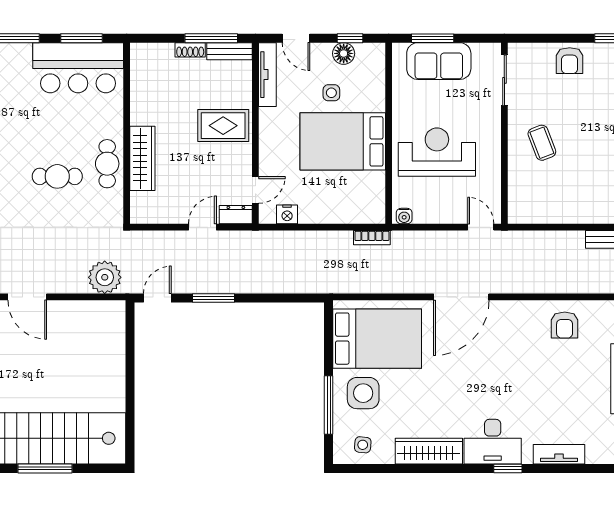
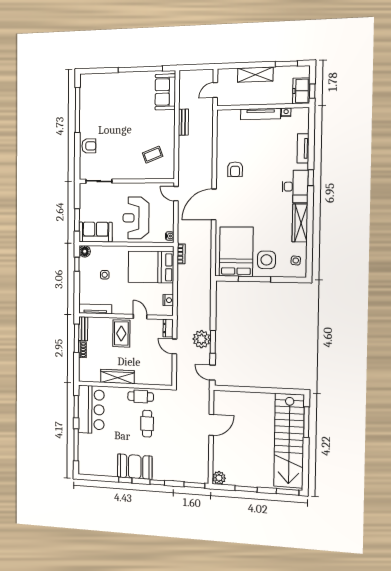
door: (296, 38) -> (77, 293), removed
floor lamp: (344, 53) -> (85, 251), moved
sofa: (439, 61) -> (96, 232), moved, turned -90
bed: (343, 141) -> (151, 267), moved, turned 90
coffee table: (542, 143) -> (153, 155), moved
wardrobe: (142, 158) -> (118, 377), moved
door: (255, 190) -> (140, 317), moved
door: (481, 227) -> (176, 194), hinge flipped
plant: (105, 277) -> (202, 339), moved
door: (27, 297) -> (211, 425), moved
door: (461, 297) -> (214, 204), swing flipped
armchair: (565, 325) -> (235, 169), moved, turned 90
window: (329, 405) -> (254, 279), moved
window: (45, 468) -> (306, 422), moved

